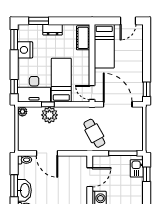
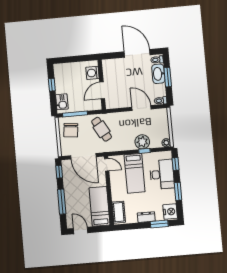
door: (128, 21) -> (81, 231), hinge flipped
window: (14, 40) -> (178, 191), moved
nightstand: (25, 50) -> (170, 212), moved
window: (147, 55) -> (62, 202), added
desk: (34, 89) -> (162, 174), moved, turned 90
chair: (129, 135) -> (71, 130), added
window: (147, 174) -> (52, 85), moved

